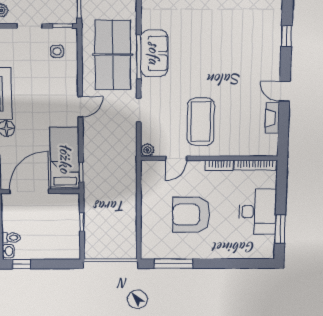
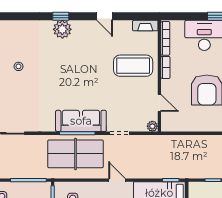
plant: (270, 38) -> (62, 29), added
sofa: (154, 53) -> (81, 121), width x1.36
door: (285, 91) -> (105, 16), hinge flipped
fireplace: (272, 118) -> (145, 26), moved
coffee table: (201, 122) -> (133, 66), moved

